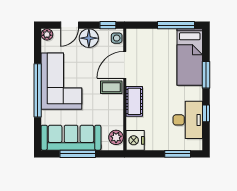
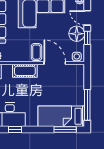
window: (108, 25) -> (87, 38), moved
window: (206, 75) -> (65, 130), moved

